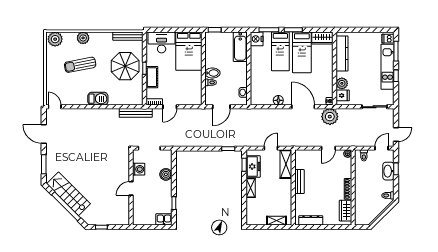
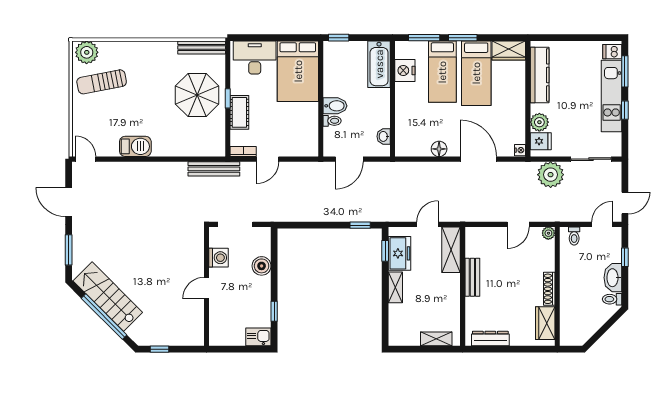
plant: (83, 38) -> (131, 50), removed
nightstand: (257, 39) -> (405, 70), moved
sun lounger: (80, 65) -> (102, 82), moved
barbecue: (98, 99) -> (135, 146), moved
plant: (330, 117) -> (551, 175), moved
washbasin: (388, 171) -> (613, 278), moved

